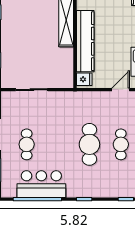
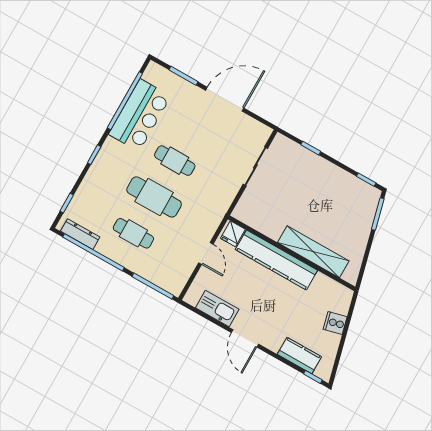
door: (121, 90) -> (206, 253), moved
cafe table: (27, 144) -> (175, 161), moved

